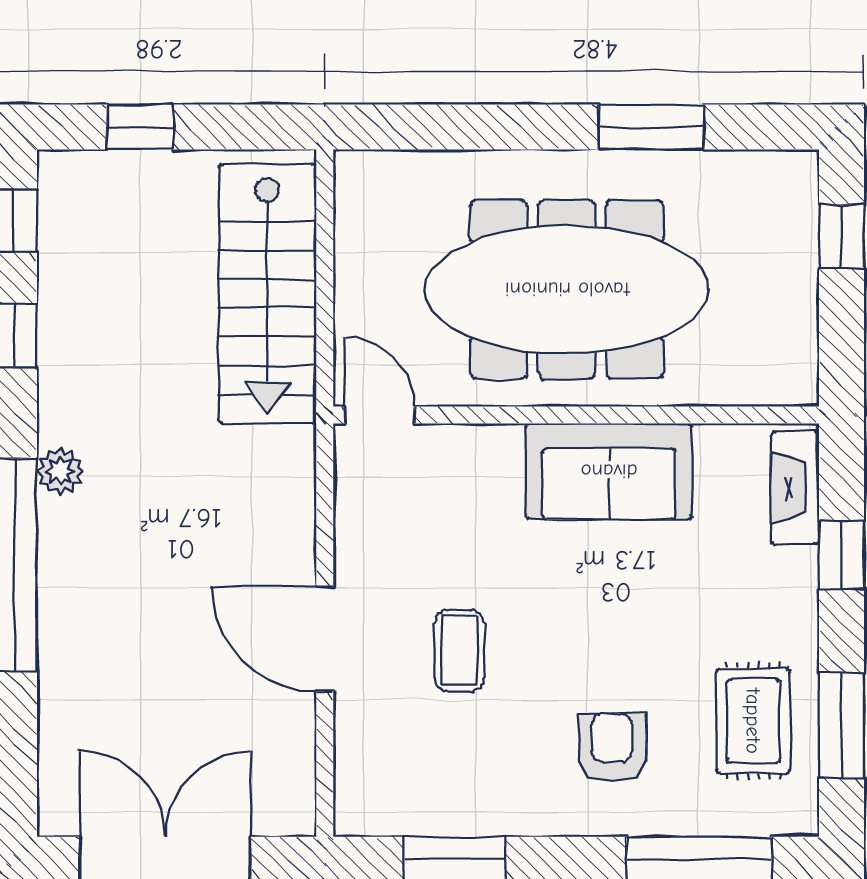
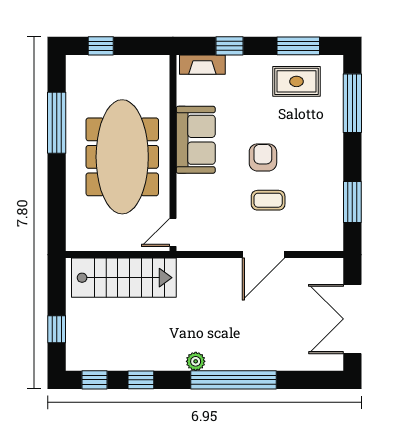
window: (651, 127) -> (57, 123), width x1.44
armchair: (612, 747) -> (263, 157), moved, turned 90

